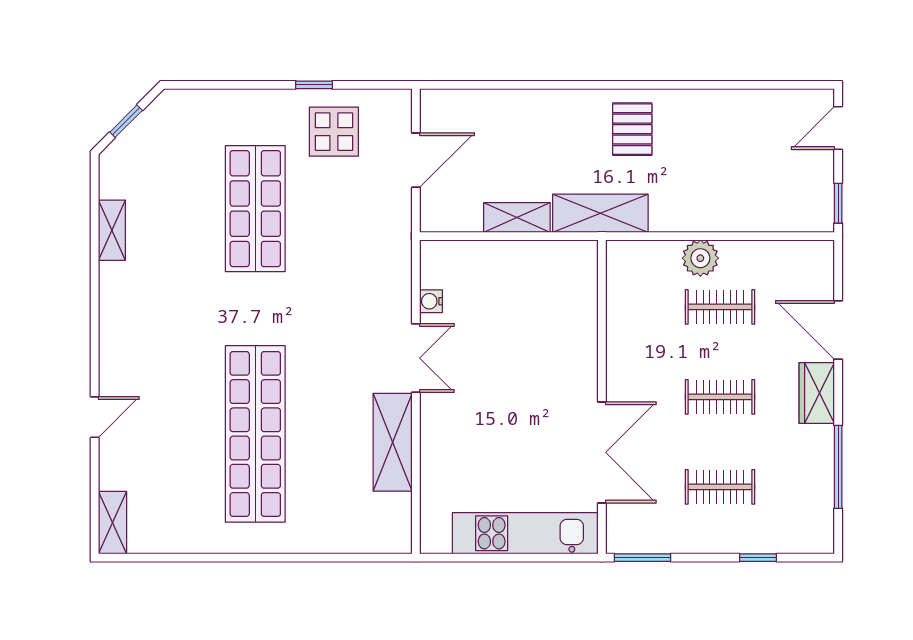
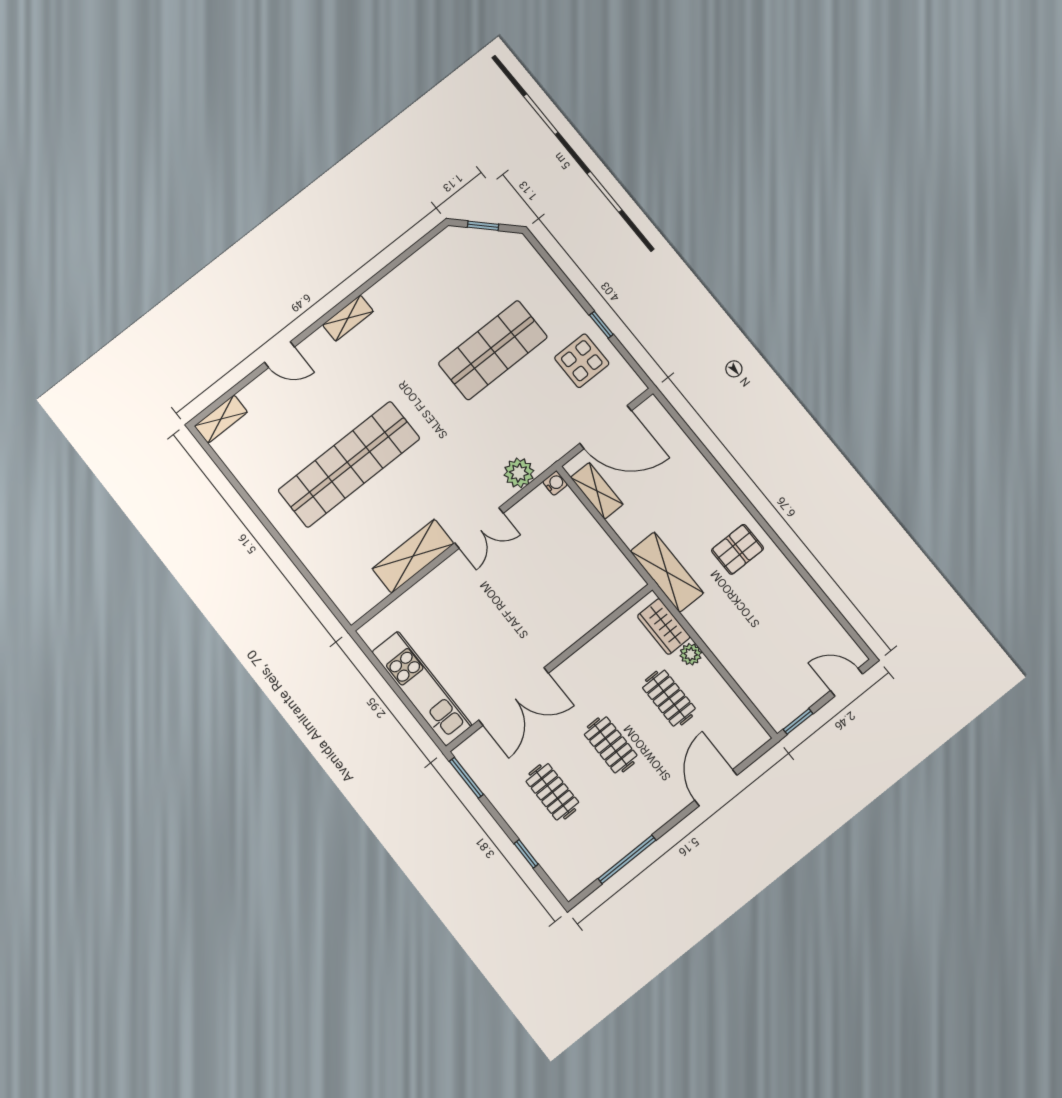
door: (416, 160) -> (606, 427), width x1.36
shelving: (517, 217) -> (597, 491), moved
shelving: (112, 230) -> (348, 318), moved
plant: (700, 258) -> (691, 654), width x0.73, depth x0.73
plant: (394, 278) -> (519, 473), added
water cooler: (431, 301) -> (555, 483), moved, turned 90
wardrobe: (817, 393) -> (664, 627), moved, turned -90

